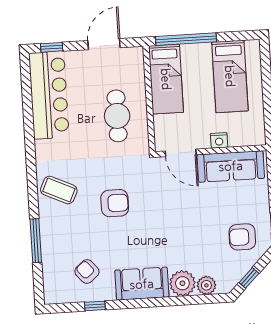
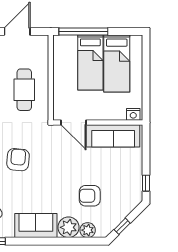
bed: (166, 79) -> (90, 63), moved
nightstand: (219, 140) -> (133, 114), moved
armchair: (115, 203) -> (18, 160), turned -85
armchair: (242, 237) -> (90, 196), moved

